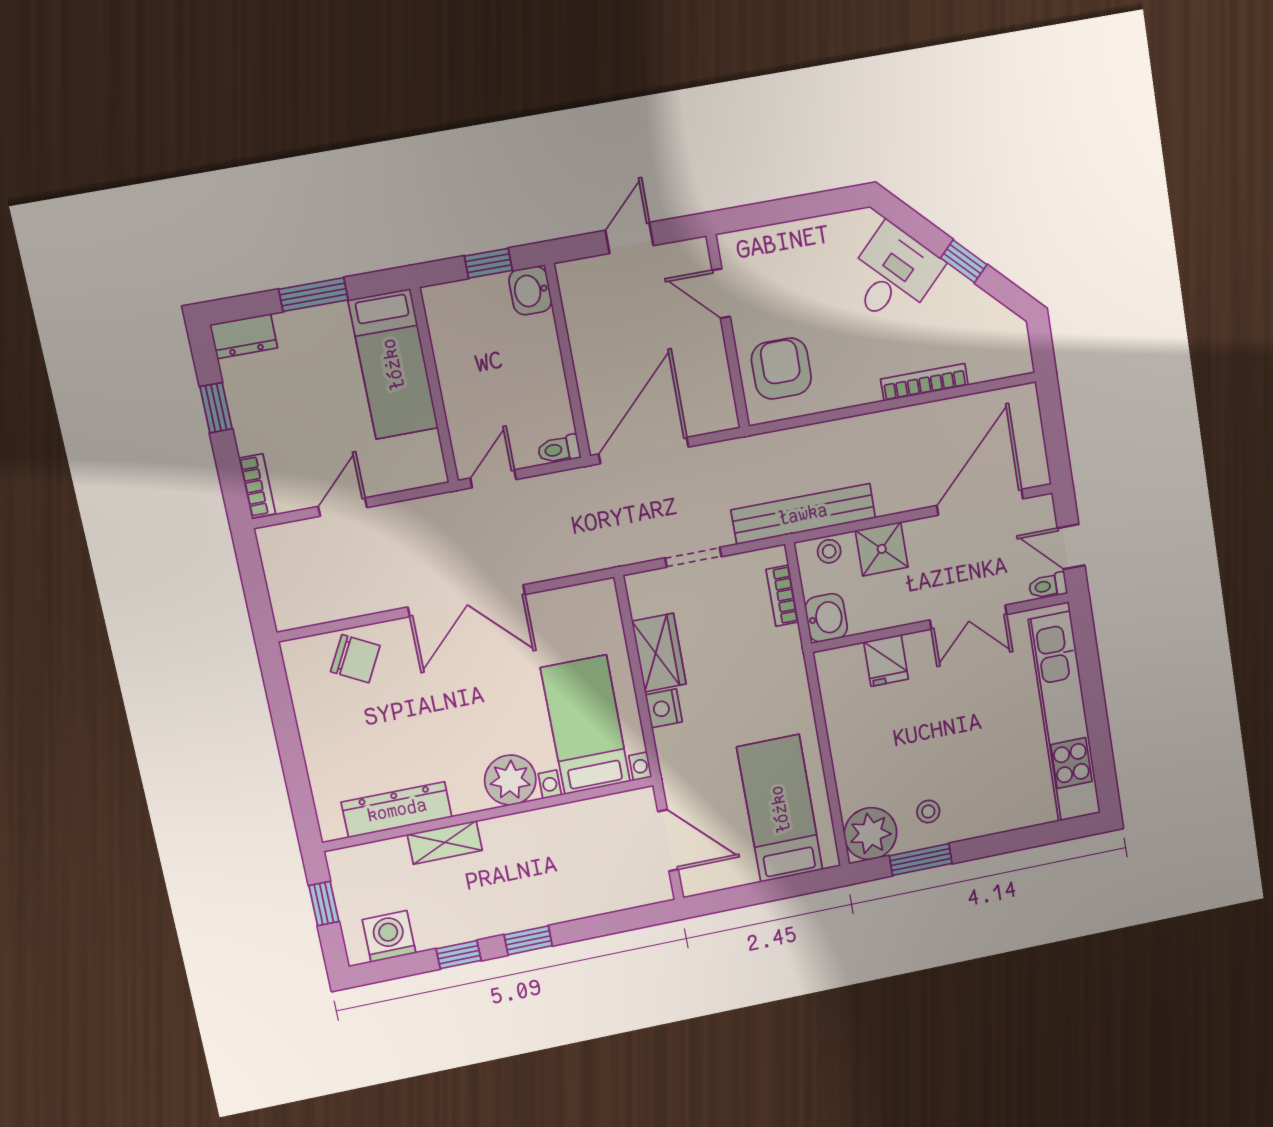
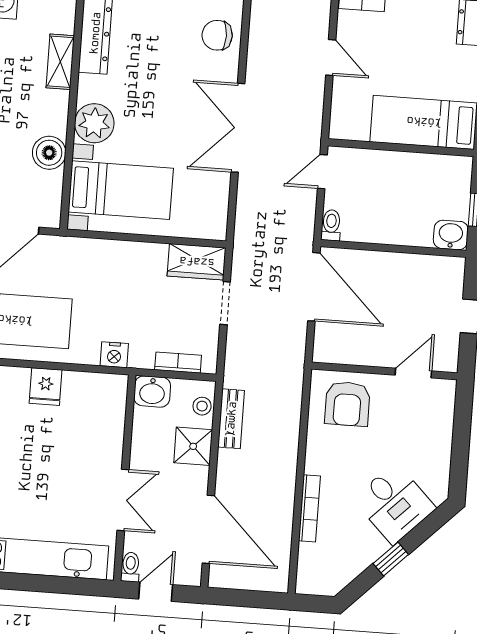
armchair: (781, 369) -> (347, 404), turned 90
door: (493, 479) -> (322, 172), swing flipped
bench: (803, 514) -> (231, 419), width x0.54, depth x0.82
double door: (968, 617) -> (123, 500), swing flipped
wardrobe: (659, 653) -> (197, 262), moved
chair: (355, 659) -> (217, 35), turned 62
fridge: (886, 661) -> (46, 387), moved, turned -90
nightstand: (664, 708) -> (114, 355), moved, turned 180
boiler: (562, 825) -> (49, 153), added

